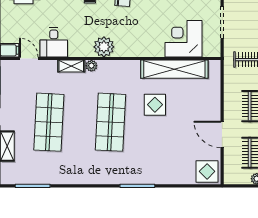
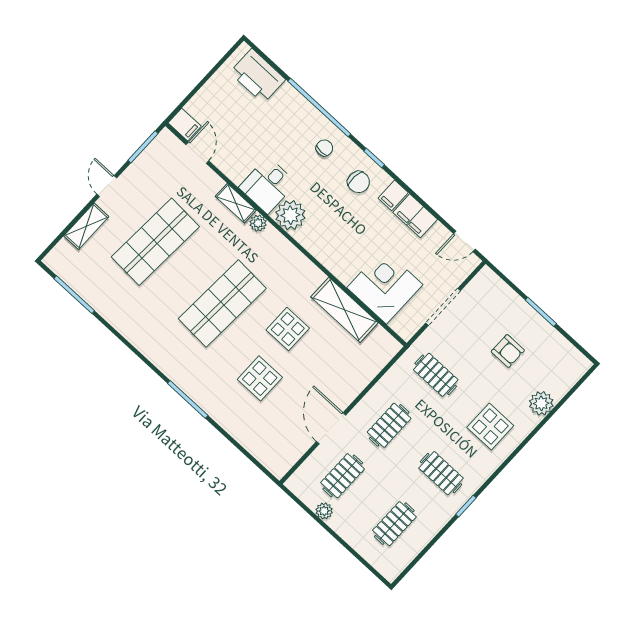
desk: (54, 42) -> (268, 185), moved
shelving: (174, 69) -> (344, 310), width x0.68
display table: (207, 171) -> (260, 378), moved

